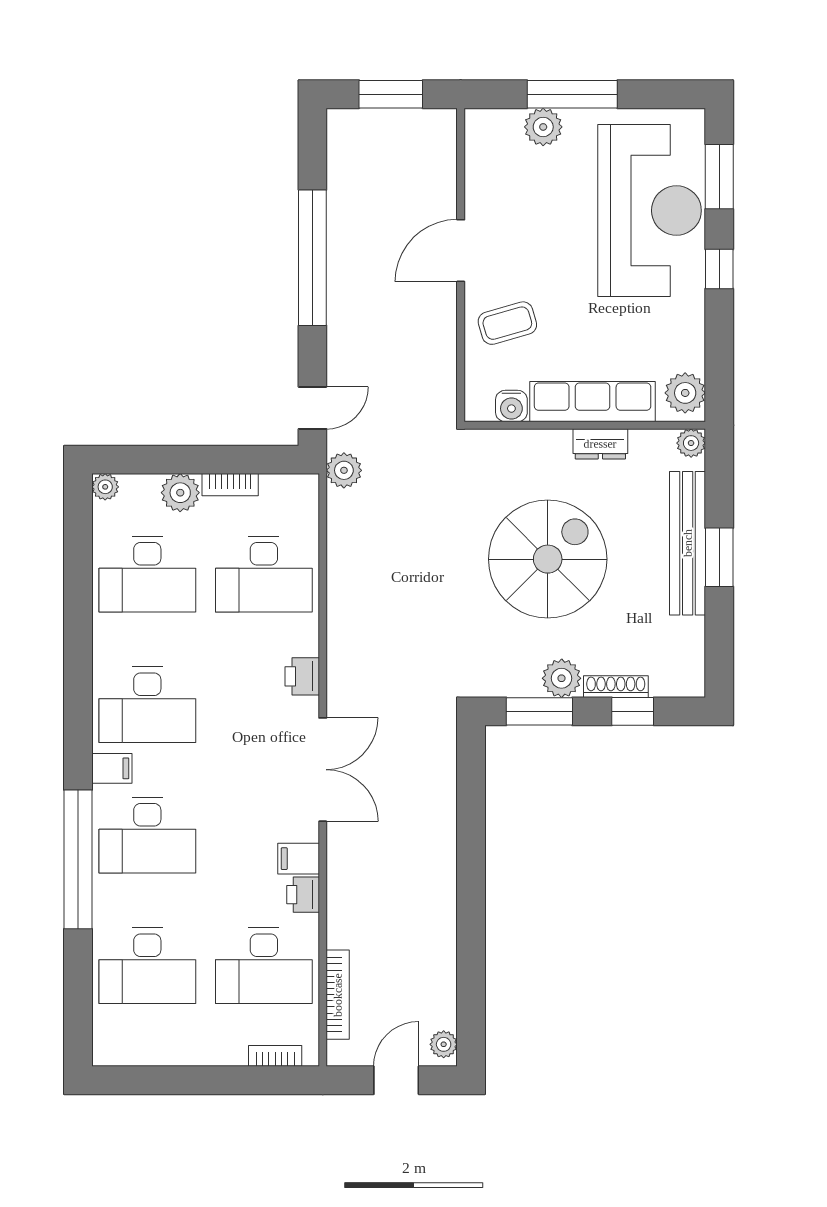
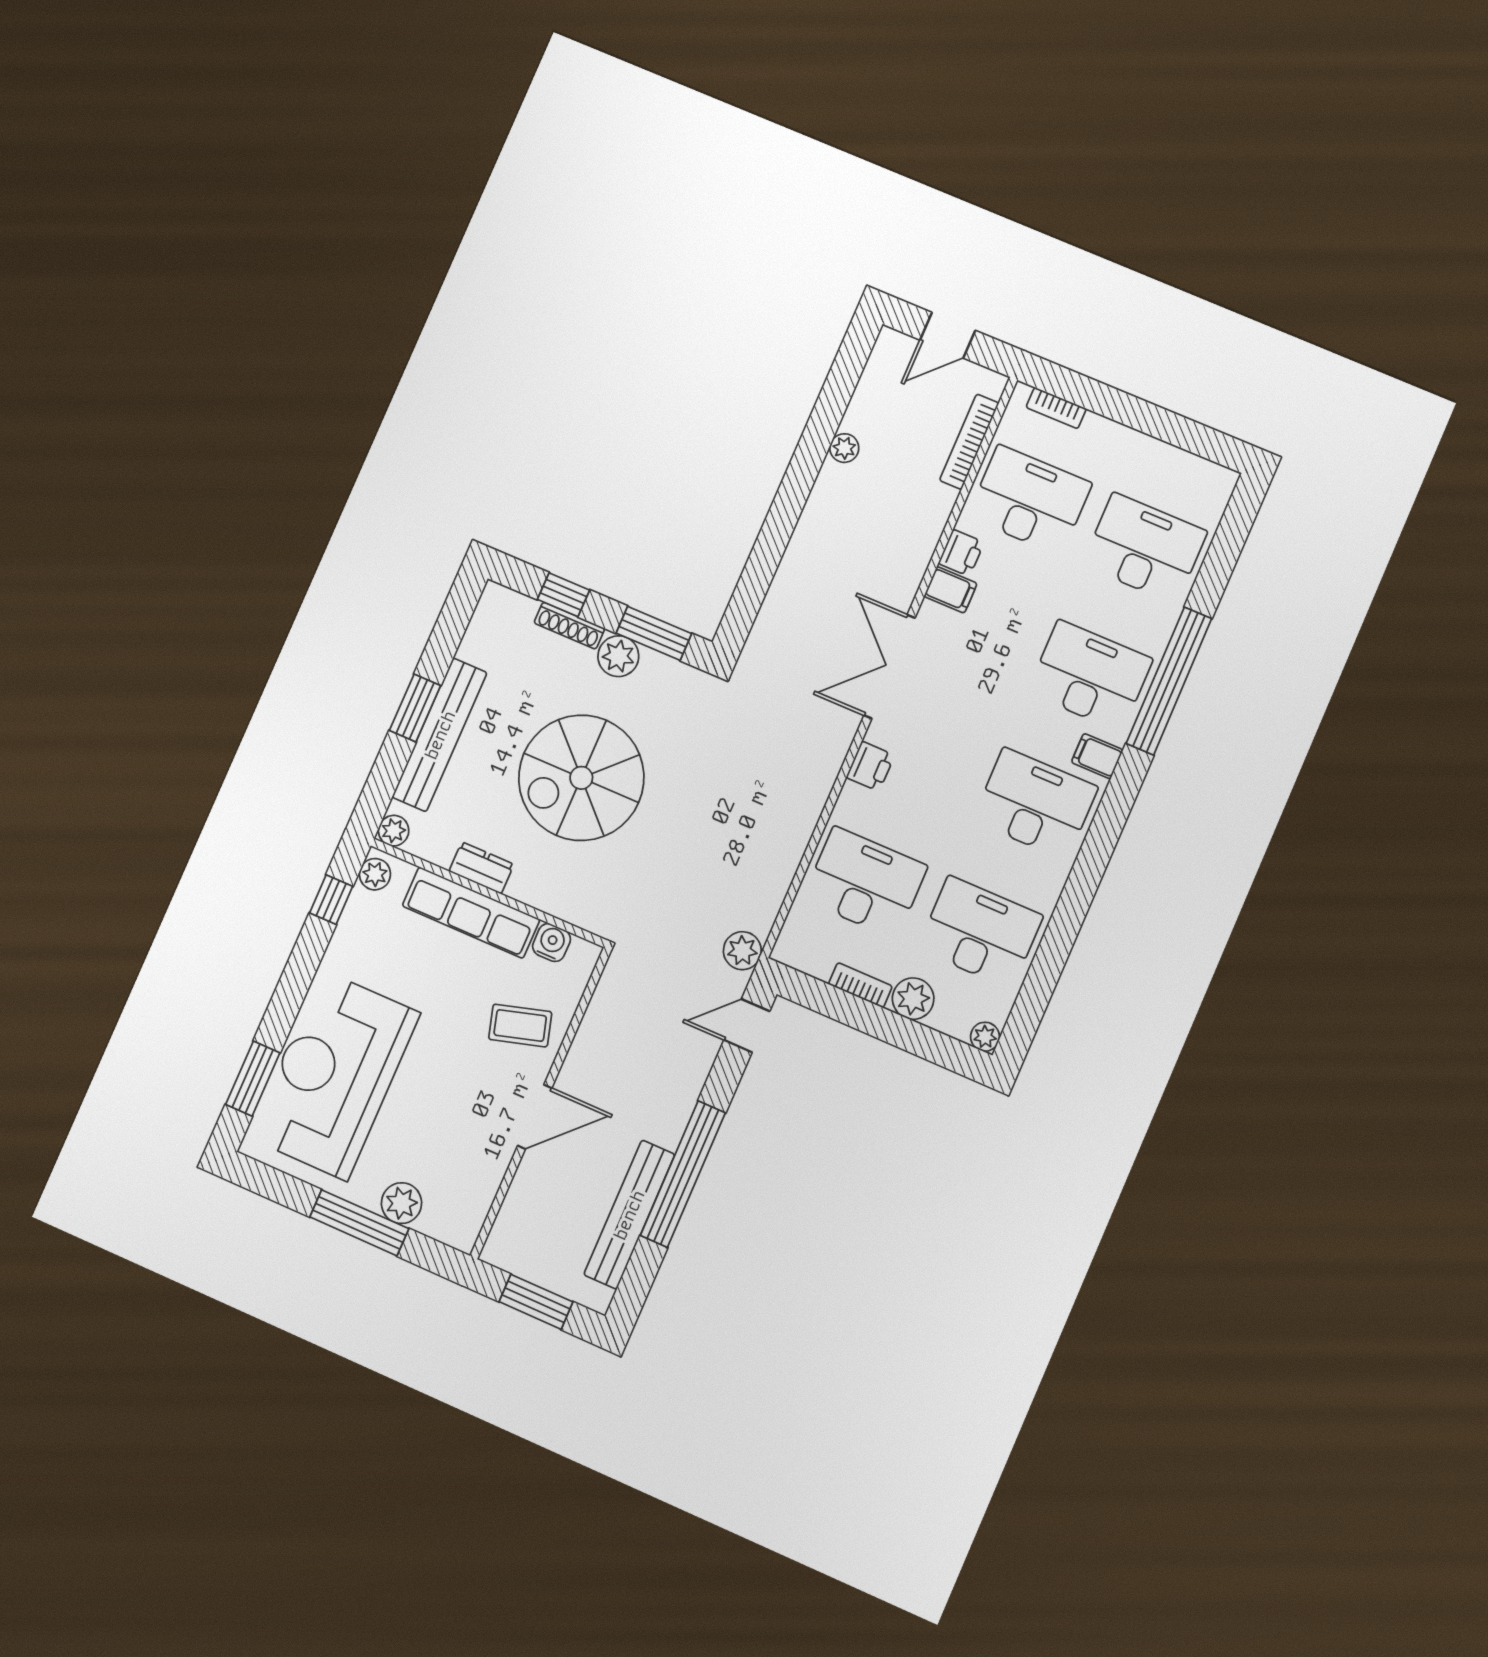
bench: (343, 203) -> (629, 1215), added
window: (719, 269) -> (331, 900), moved
plant: (685, 393) -> (375, 874), width x0.73, depth x0.73
plant: (444, 1044) -> (844, 448), moved

